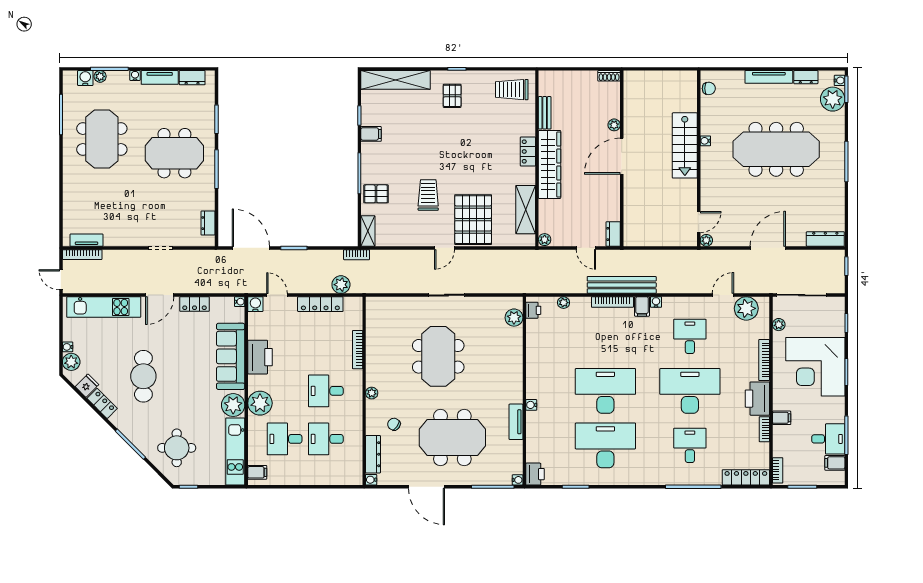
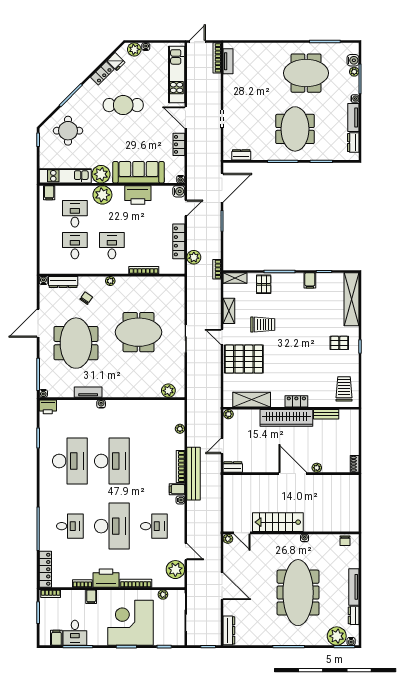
stairs: (685, 145) -> (278, 522), moved
shelving: (411, 239) -> (229, 311), added
printer: (533, 310) -> (174, 405), removed

